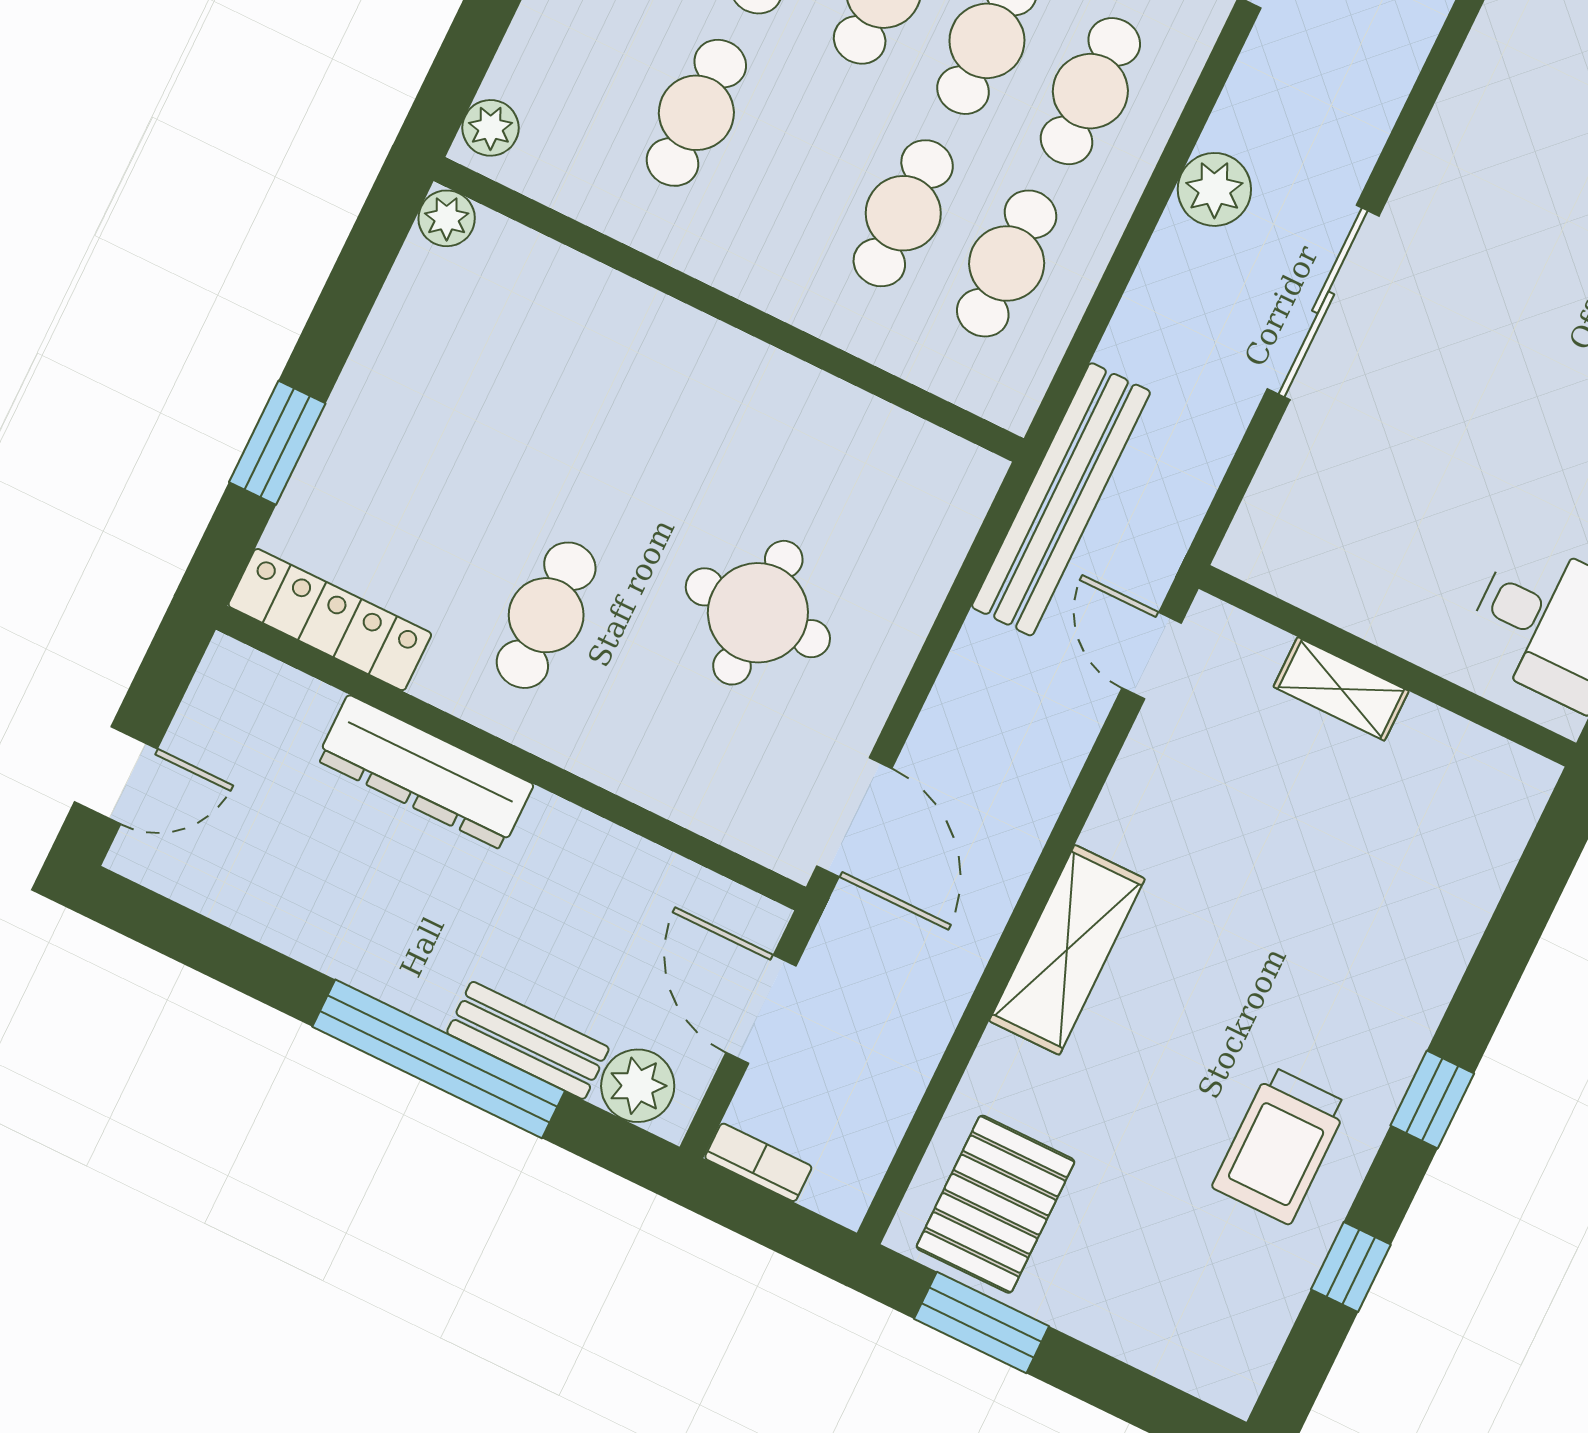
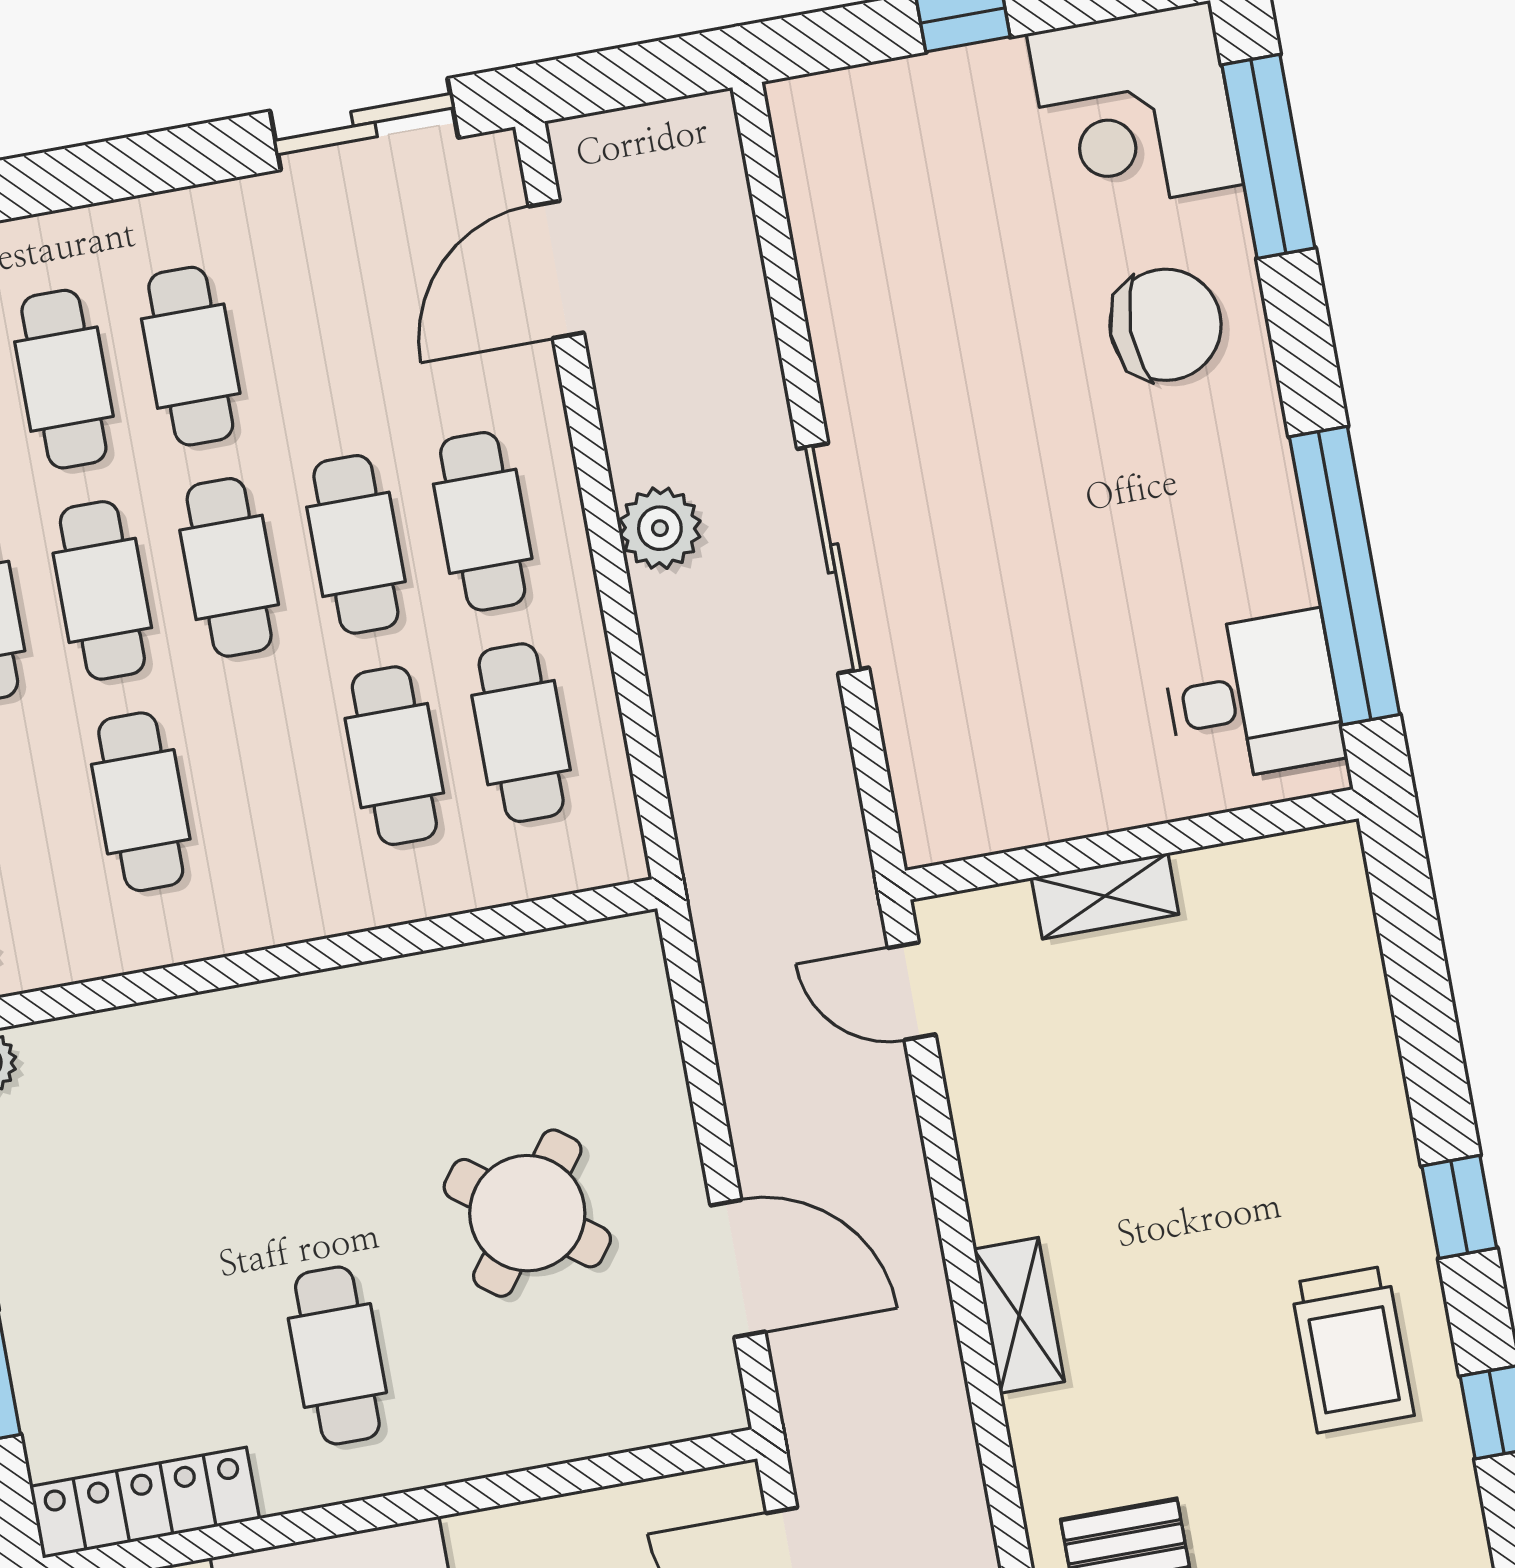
bench: (1061, 499) -> (726, 910), removed
round table: (758, 613) -> (527, 1213), turned 37
door: (854, 817) -> (738, 1268), moved
shelving: (1067, 950) -> (1019, 1315), width x0.67, depth x0.75

